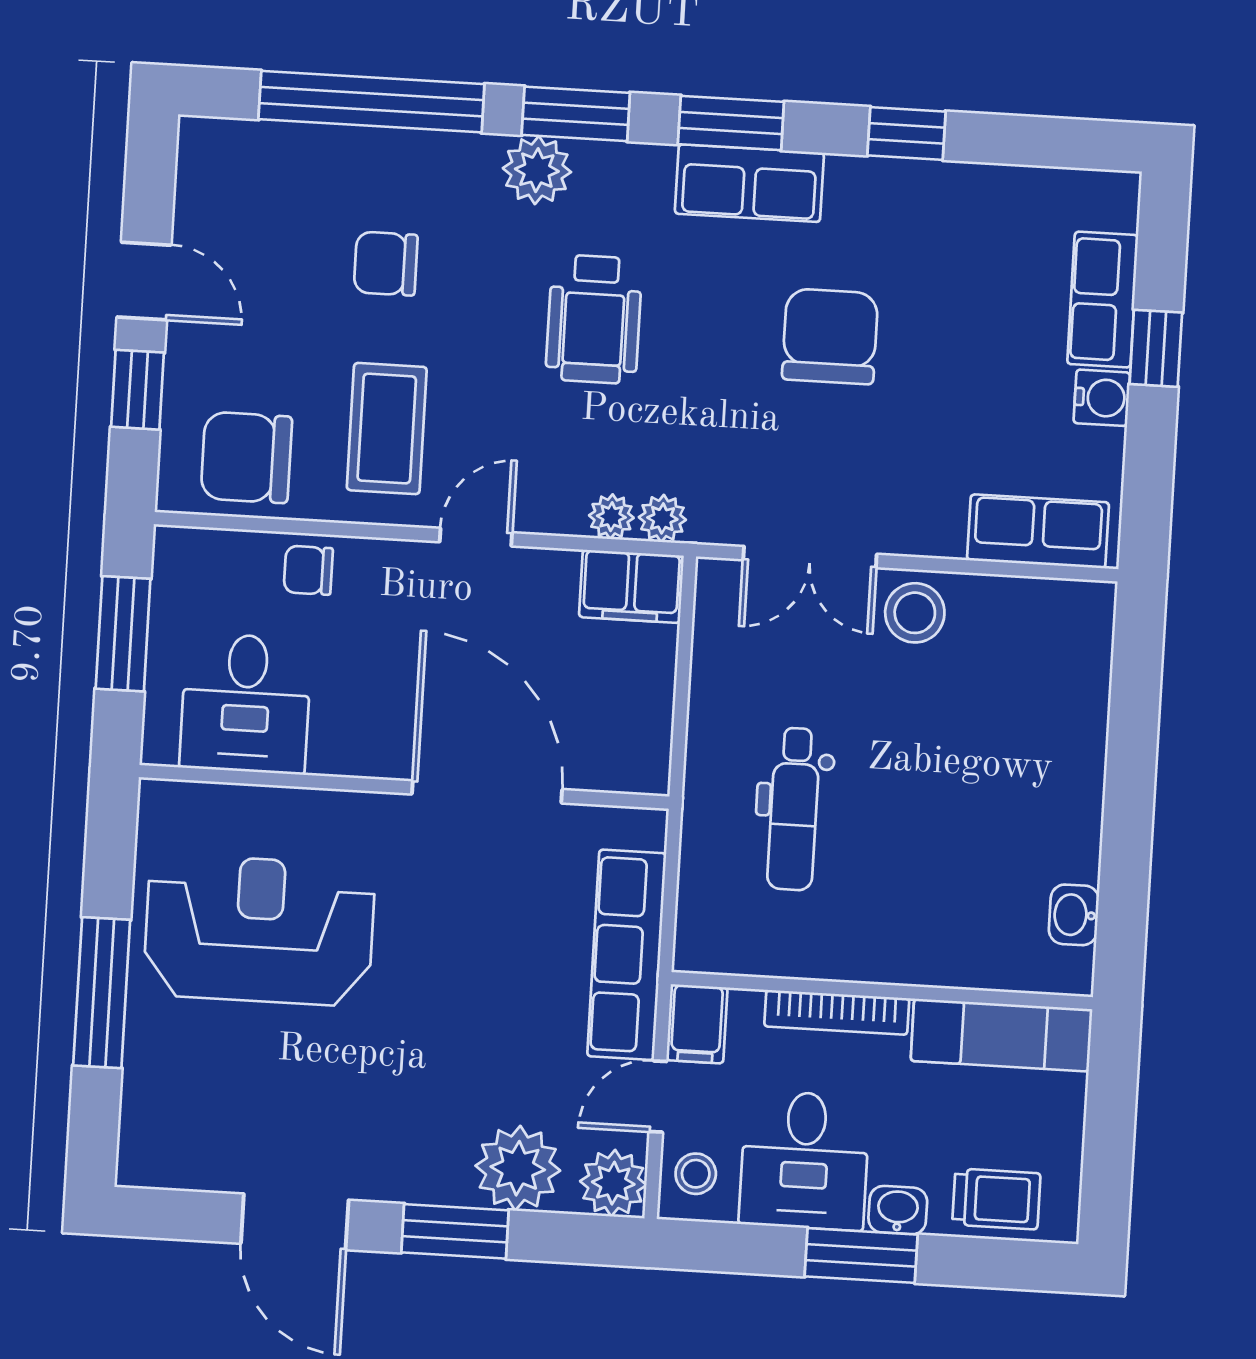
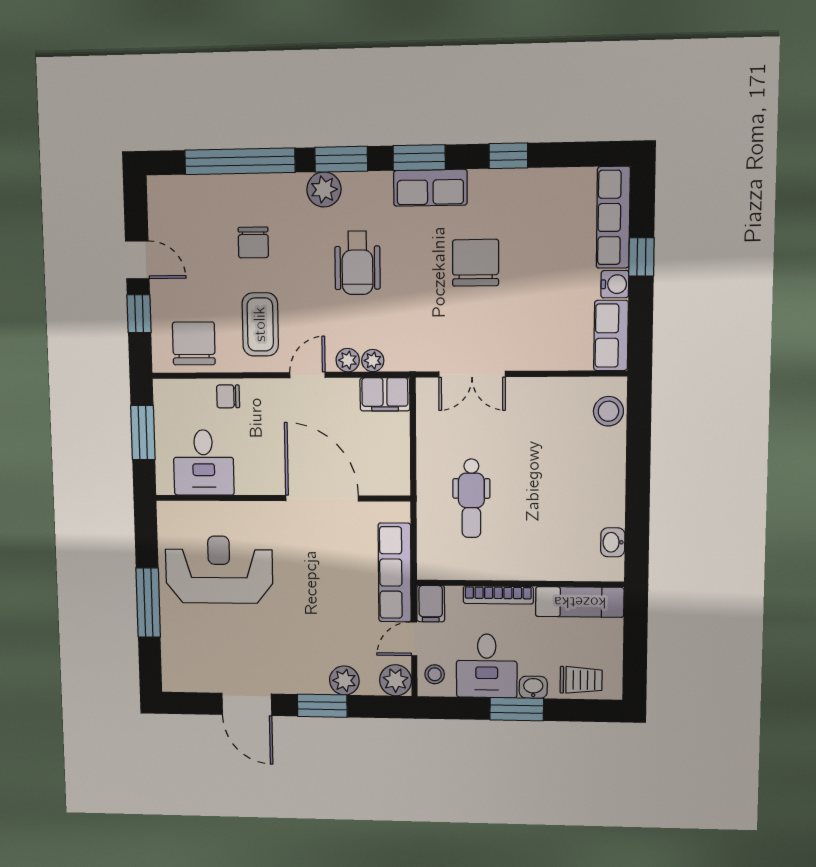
chair: (386, 264) -> (253, 242), turned -90
row of seats: (1103, 300) -> (613, 217), width x1.48
chair: (246, 457) -> (194, 343), turned 90
plant: (662, 518) -> (348, 360), moved
row of seats: (1038, 531) -> (611, 336), moved, turned -90
stool: (915, 613) -> (608, 411), moved
plant: (518, 1168) -> (344, 680), width x0.73, depth x0.73

